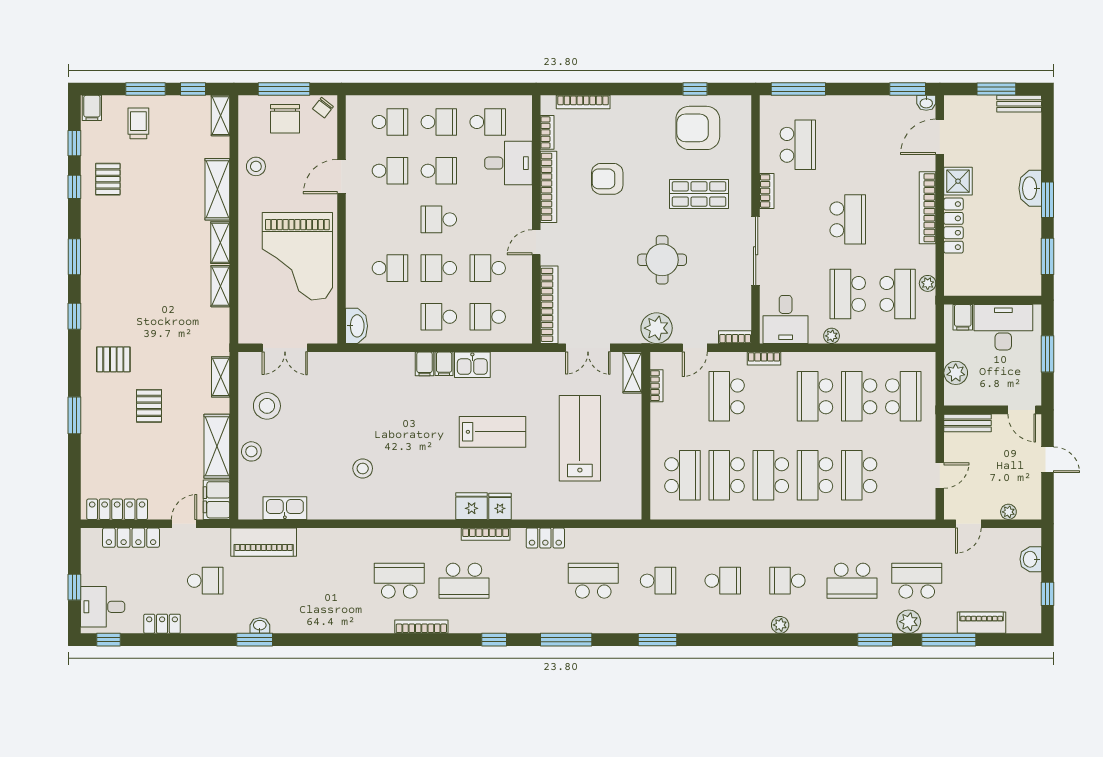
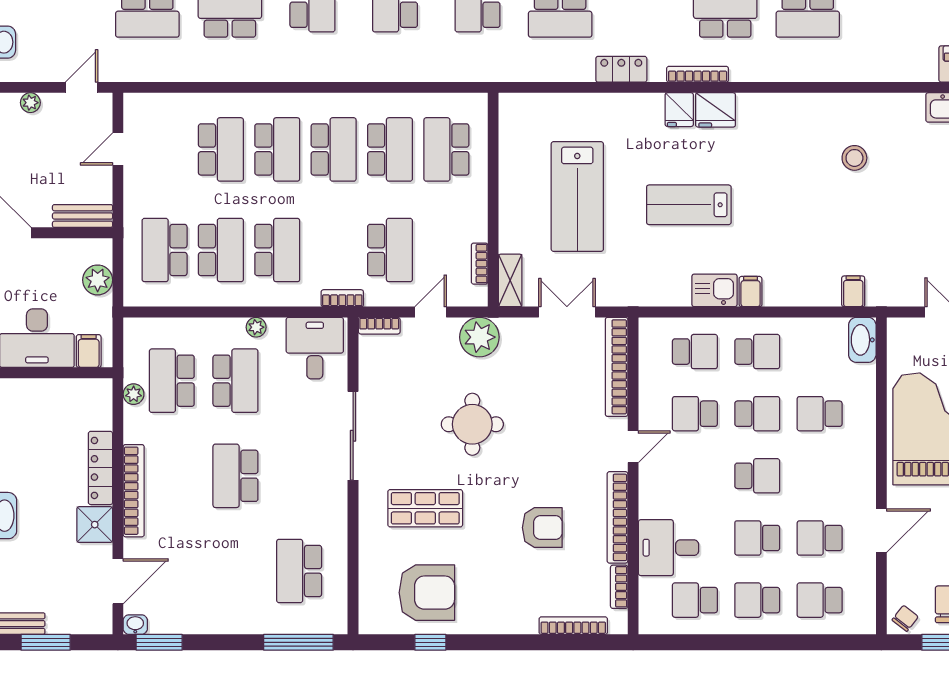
bookcase: (767, 191) -> (339, 512), removed
school desk: (488, 268) -> (695, 414), turned 180
filing cabinet: (425, 364) -> (853, 291), moved

